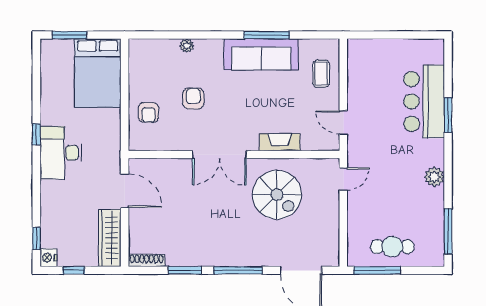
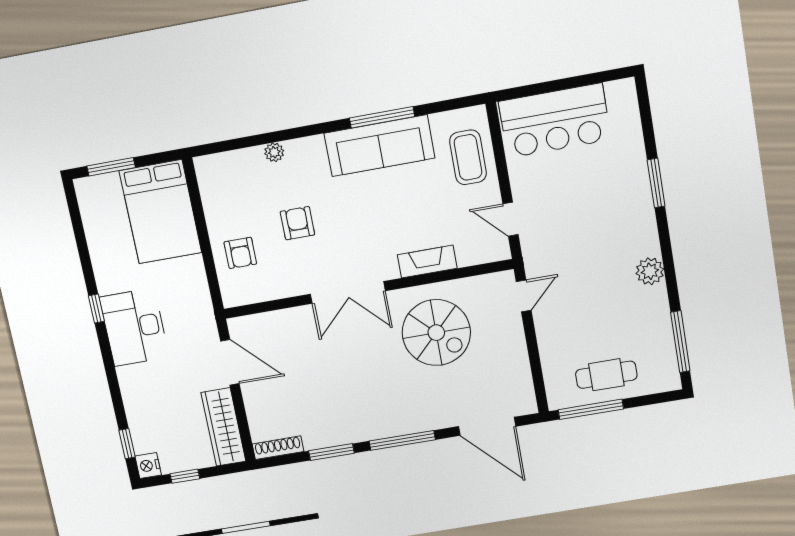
coffee table: (321, 74) -> (468, 157), width x1.36, depth x1.30
bar counter: (424, 101) -> (555, 121), moved, turned -90

